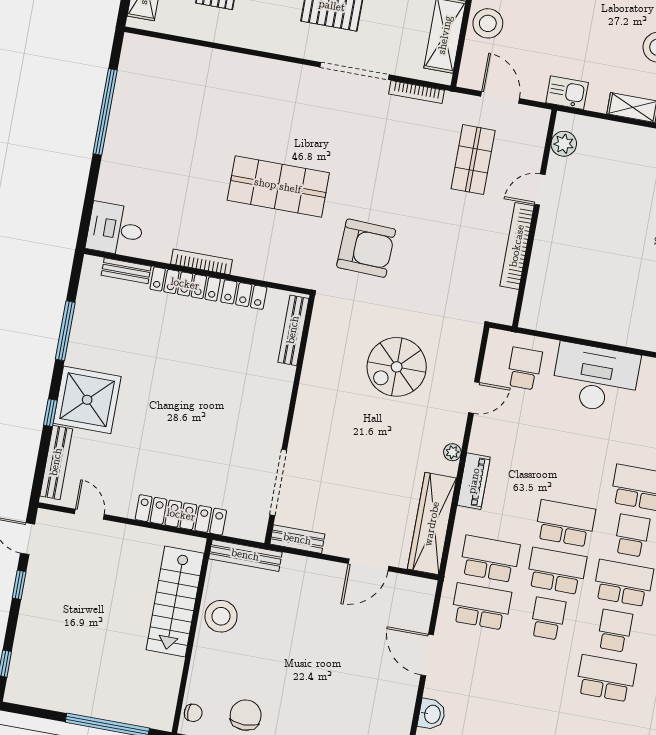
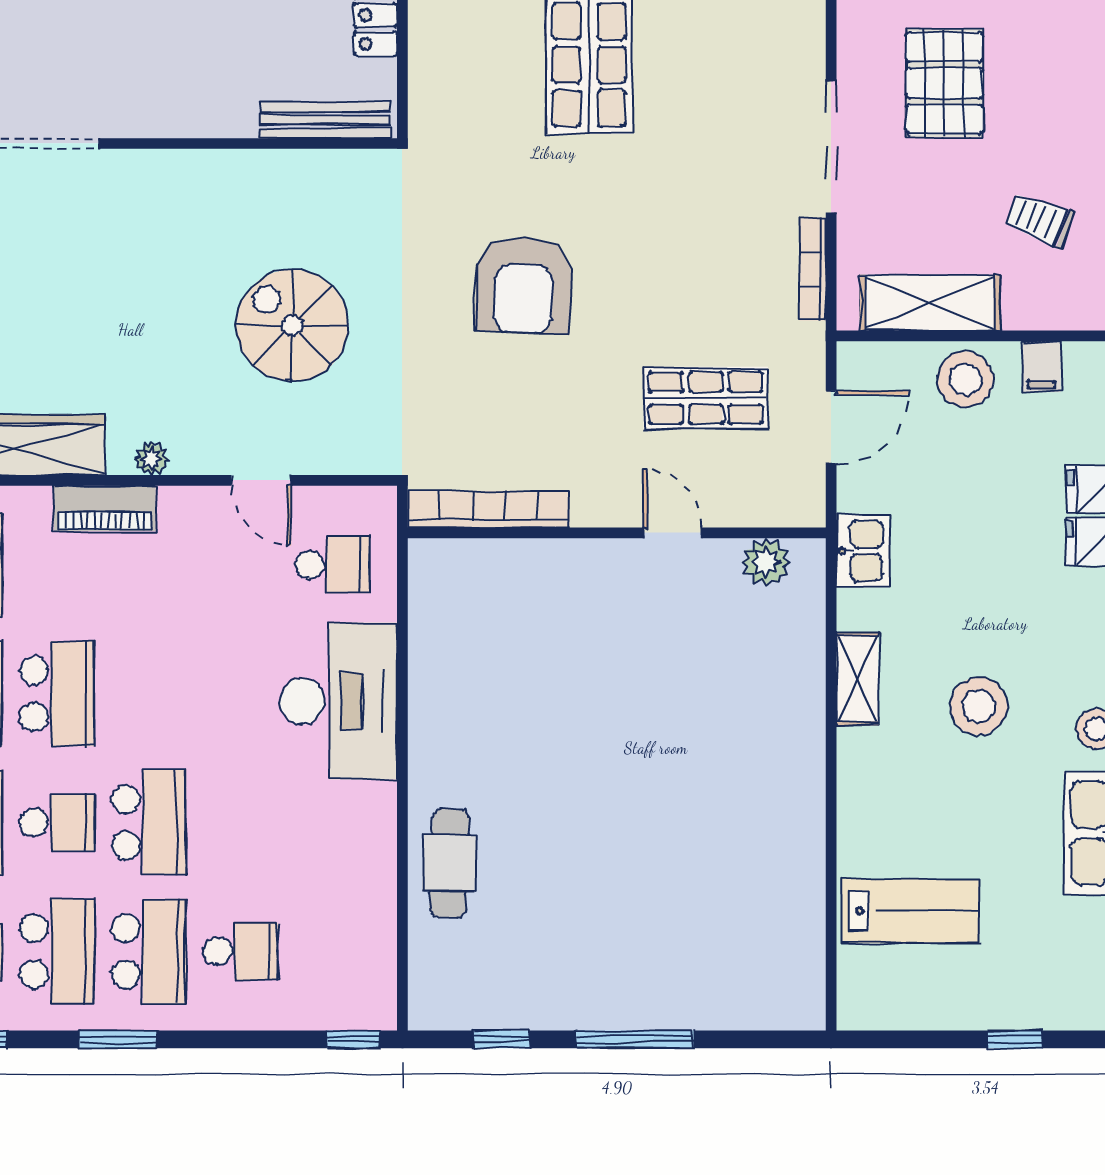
bookcase: (517, 246) -> (489, 509), moved
armchair: (366, 248) -> (524, 285), moved

